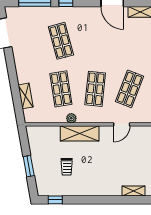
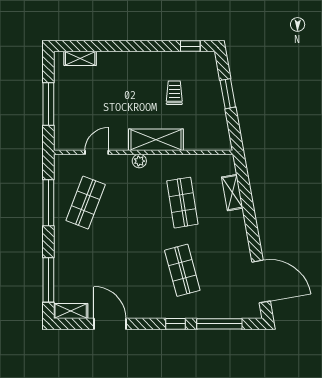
shop shelf: (95, 89) -> (134, 203), removed
plant: (71, 118) -> (139, 161), moved

